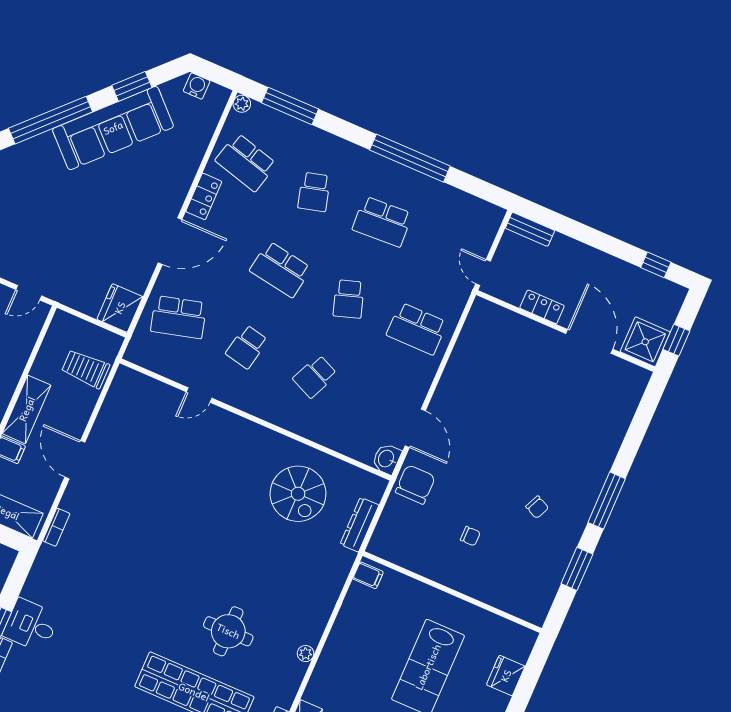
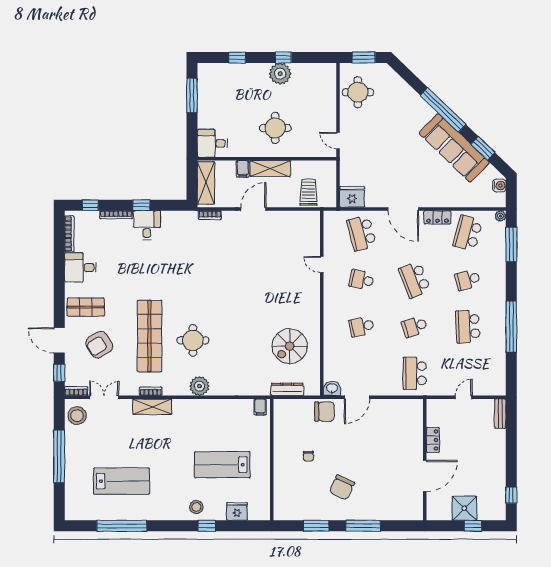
school desk: (280, 269) -> (415, 280), turned -30
locker: (542, 307) -> (433, 440), moved
wall: (566, 331) -> (425, 460), moved
door: (589, 341) -> (425, 476), moved
school desk: (315, 376) -> (362, 327), turned -36
chair: (537, 507) -> (342, 487), width x1.87, depth x1.87
plant: (306, 654) -> (199, 386), width x1.88, depth x1.88

